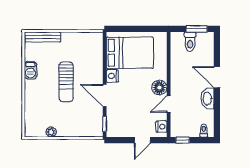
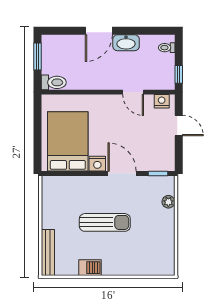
toilet: (190, 42) -> (54, 82), moved
floor lamp: (159, 87) -> (112, 104), removed
door: (105, 95) -> (122, 173), swing flipped
plant: (51, 132) -> (168, 202), moved

